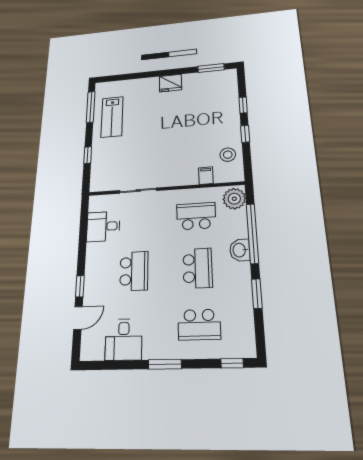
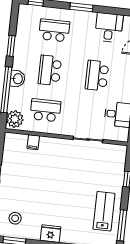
stool: (228, 155) -> (15, 218), moved
school desk: (196, 216) -> (45, 110), turned 180

